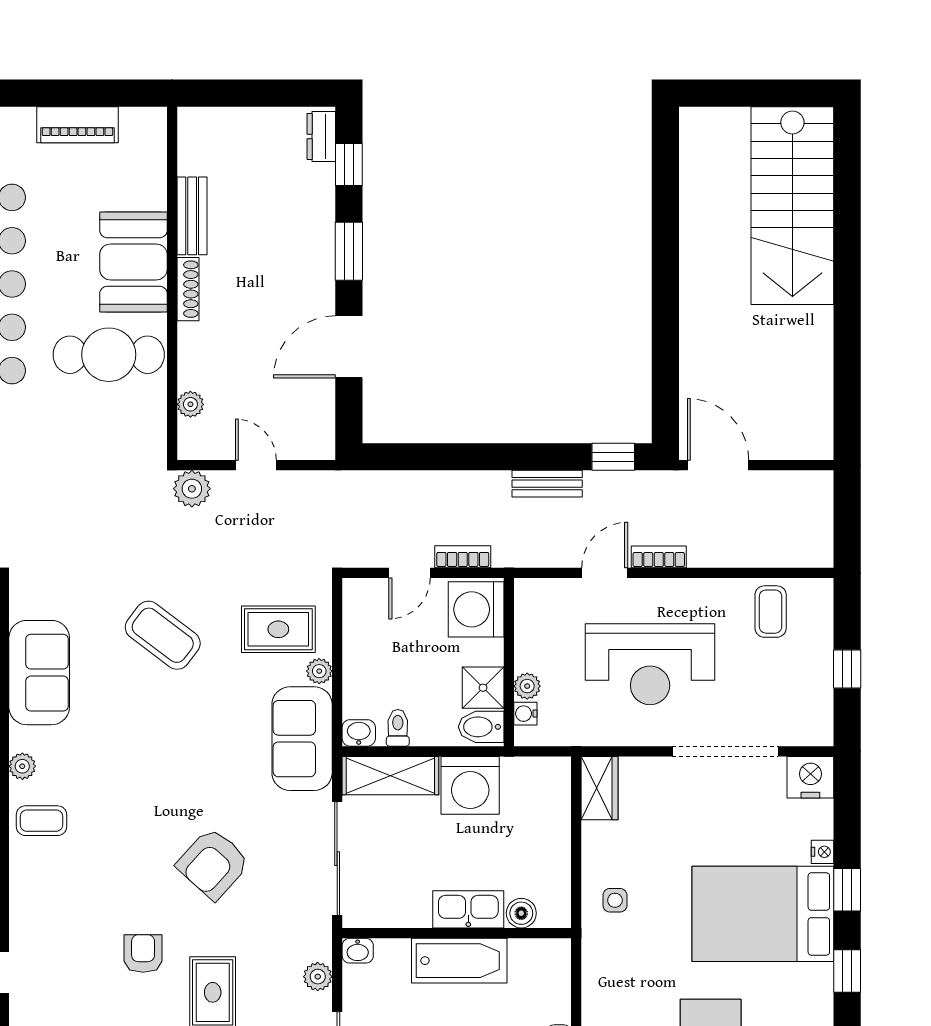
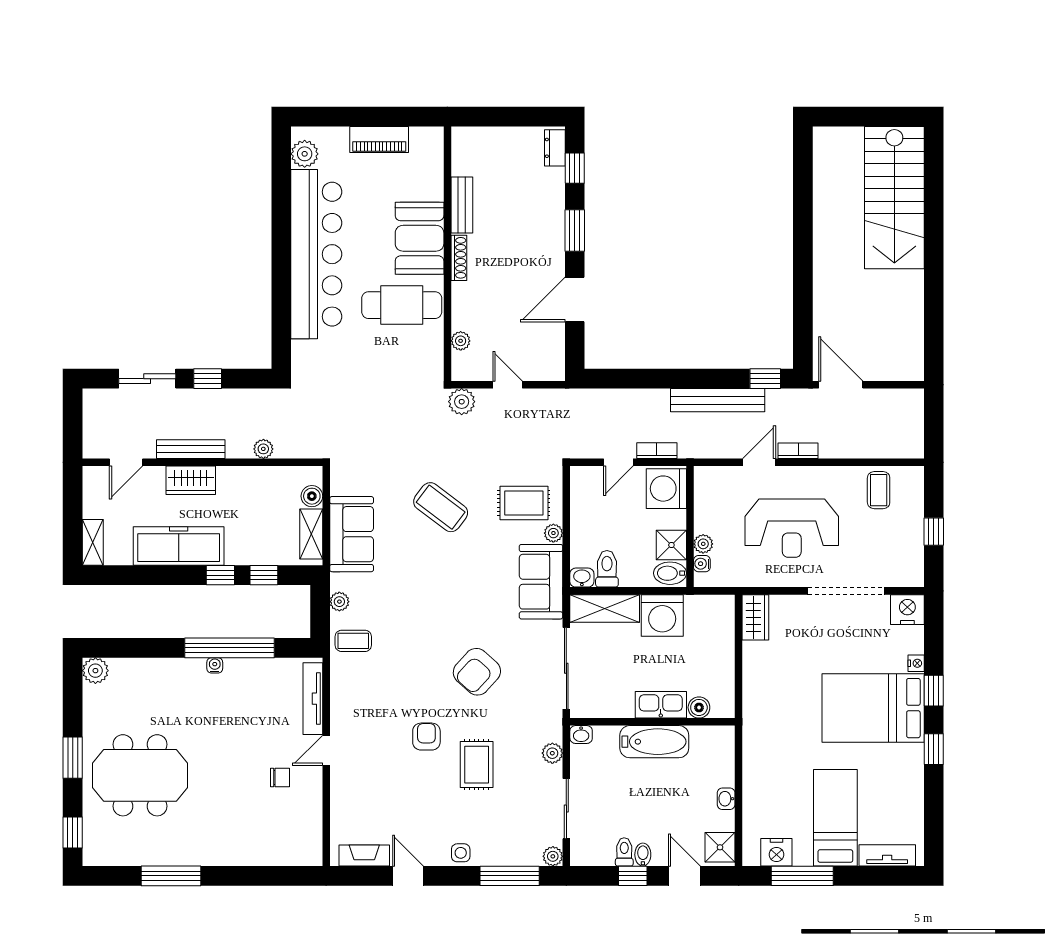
bench: (547, 484) -> (718, 400), width x1.86, depth x1.21
toilet: (398, 728) -> (607, 569), width x1.37, depth x1.39
side table: (615, 900) -> (766, 698), removed

